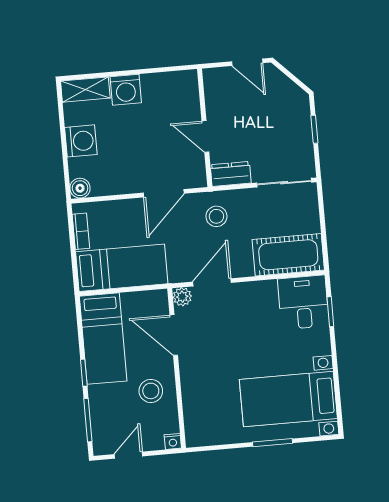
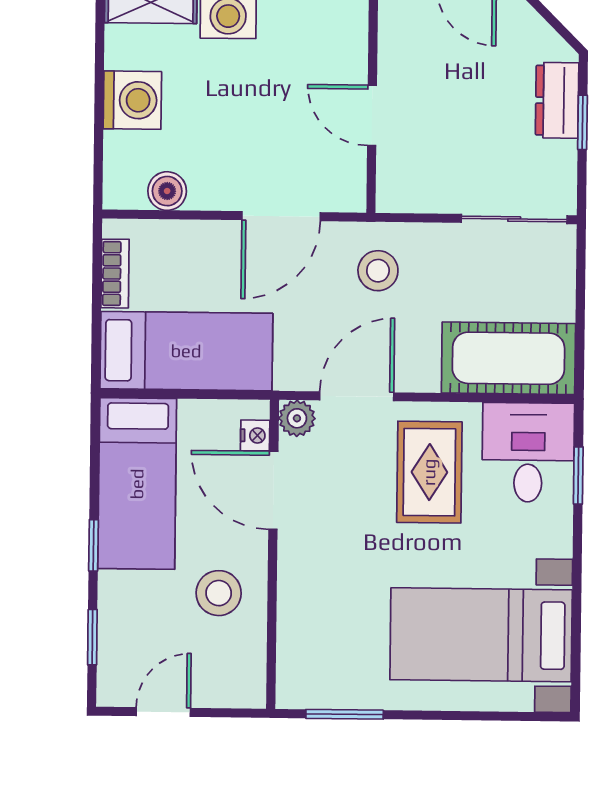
dresser: (231, 174) -> (557, 100), moved, turned -90
boiler: (80, 188) -> (167, 191), moved
rug: (253, 318) -> (429, 472), added
window: (88, 420) -> (92, 637), width x0.67
nightstand: (173, 441) -> (255, 435), moved, turned -90
window: (273, 443) -> (345, 714), moved

